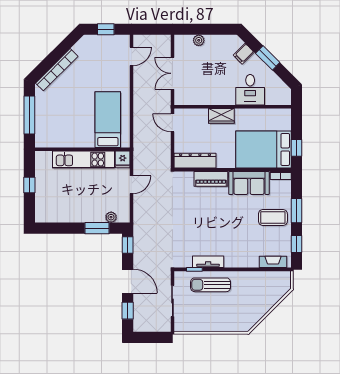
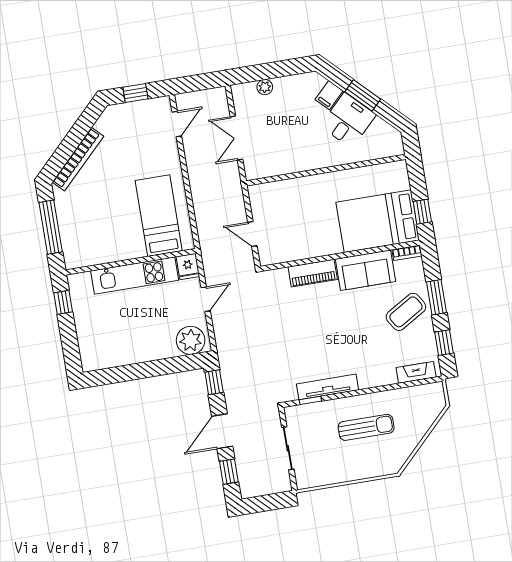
desk: (250, 90) -> (348, 120), moved, turned -135
wardrobe: (221, 116) -> (313, 185), removed
door: (172, 123) -> (252, 234), moved
dresser: (195, 161) -> (287, 252), removed
window: (29, 185) -> (63, 302), moved
plant: (111, 217) -> (191, 340), width x1.88, depth x1.88
coffee table: (273, 218) -> (406, 312), turned -31
window: (97, 228) -> (168, 366), removed
tv unit: (208, 262) -> (328, 387), width x1.41
door: (128, 281) -> (222, 431), swing flipped
sun lounger: (211, 285) -> (366, 427), moved, turned 180

